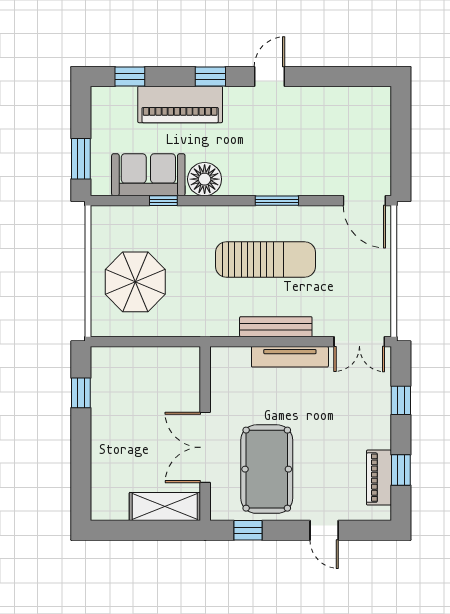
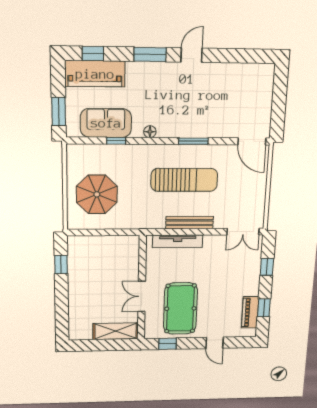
window: (210, 77) -> (150, 54), width x1.50
piano: (180, 104) -> (95, 74), moved
floor lamp: (205, 179) -> (150, 132), width x0.53, depth x0.53
tv unit: (290, 357) -> (178, 241), moved
double door: (205, 447) -> (142, 296), width x0.73

